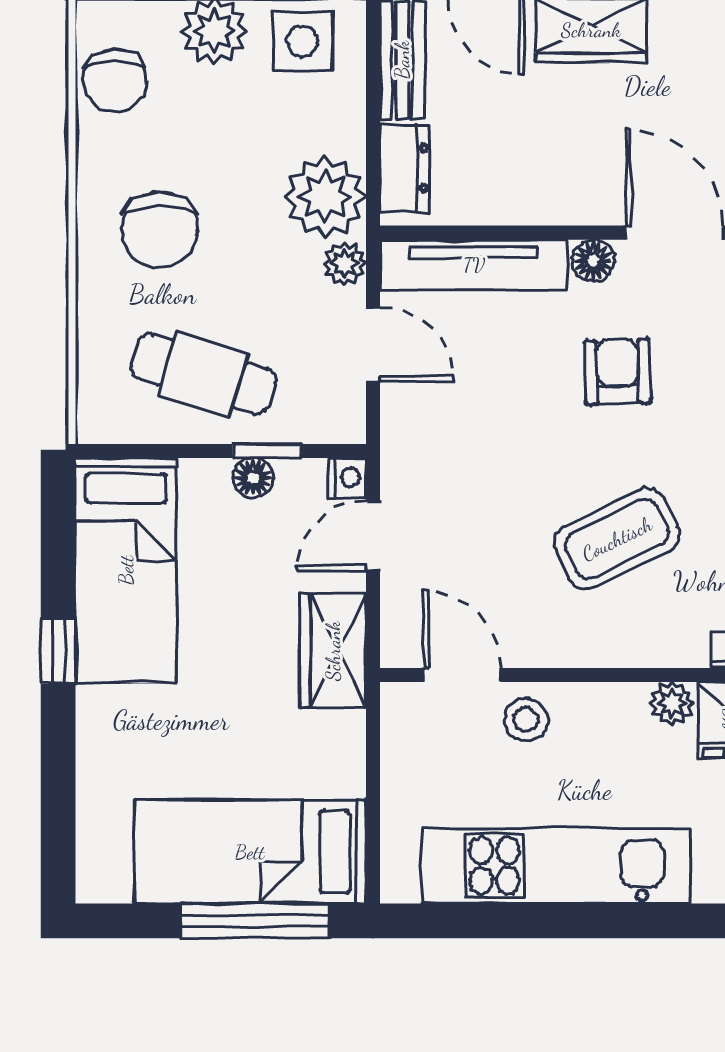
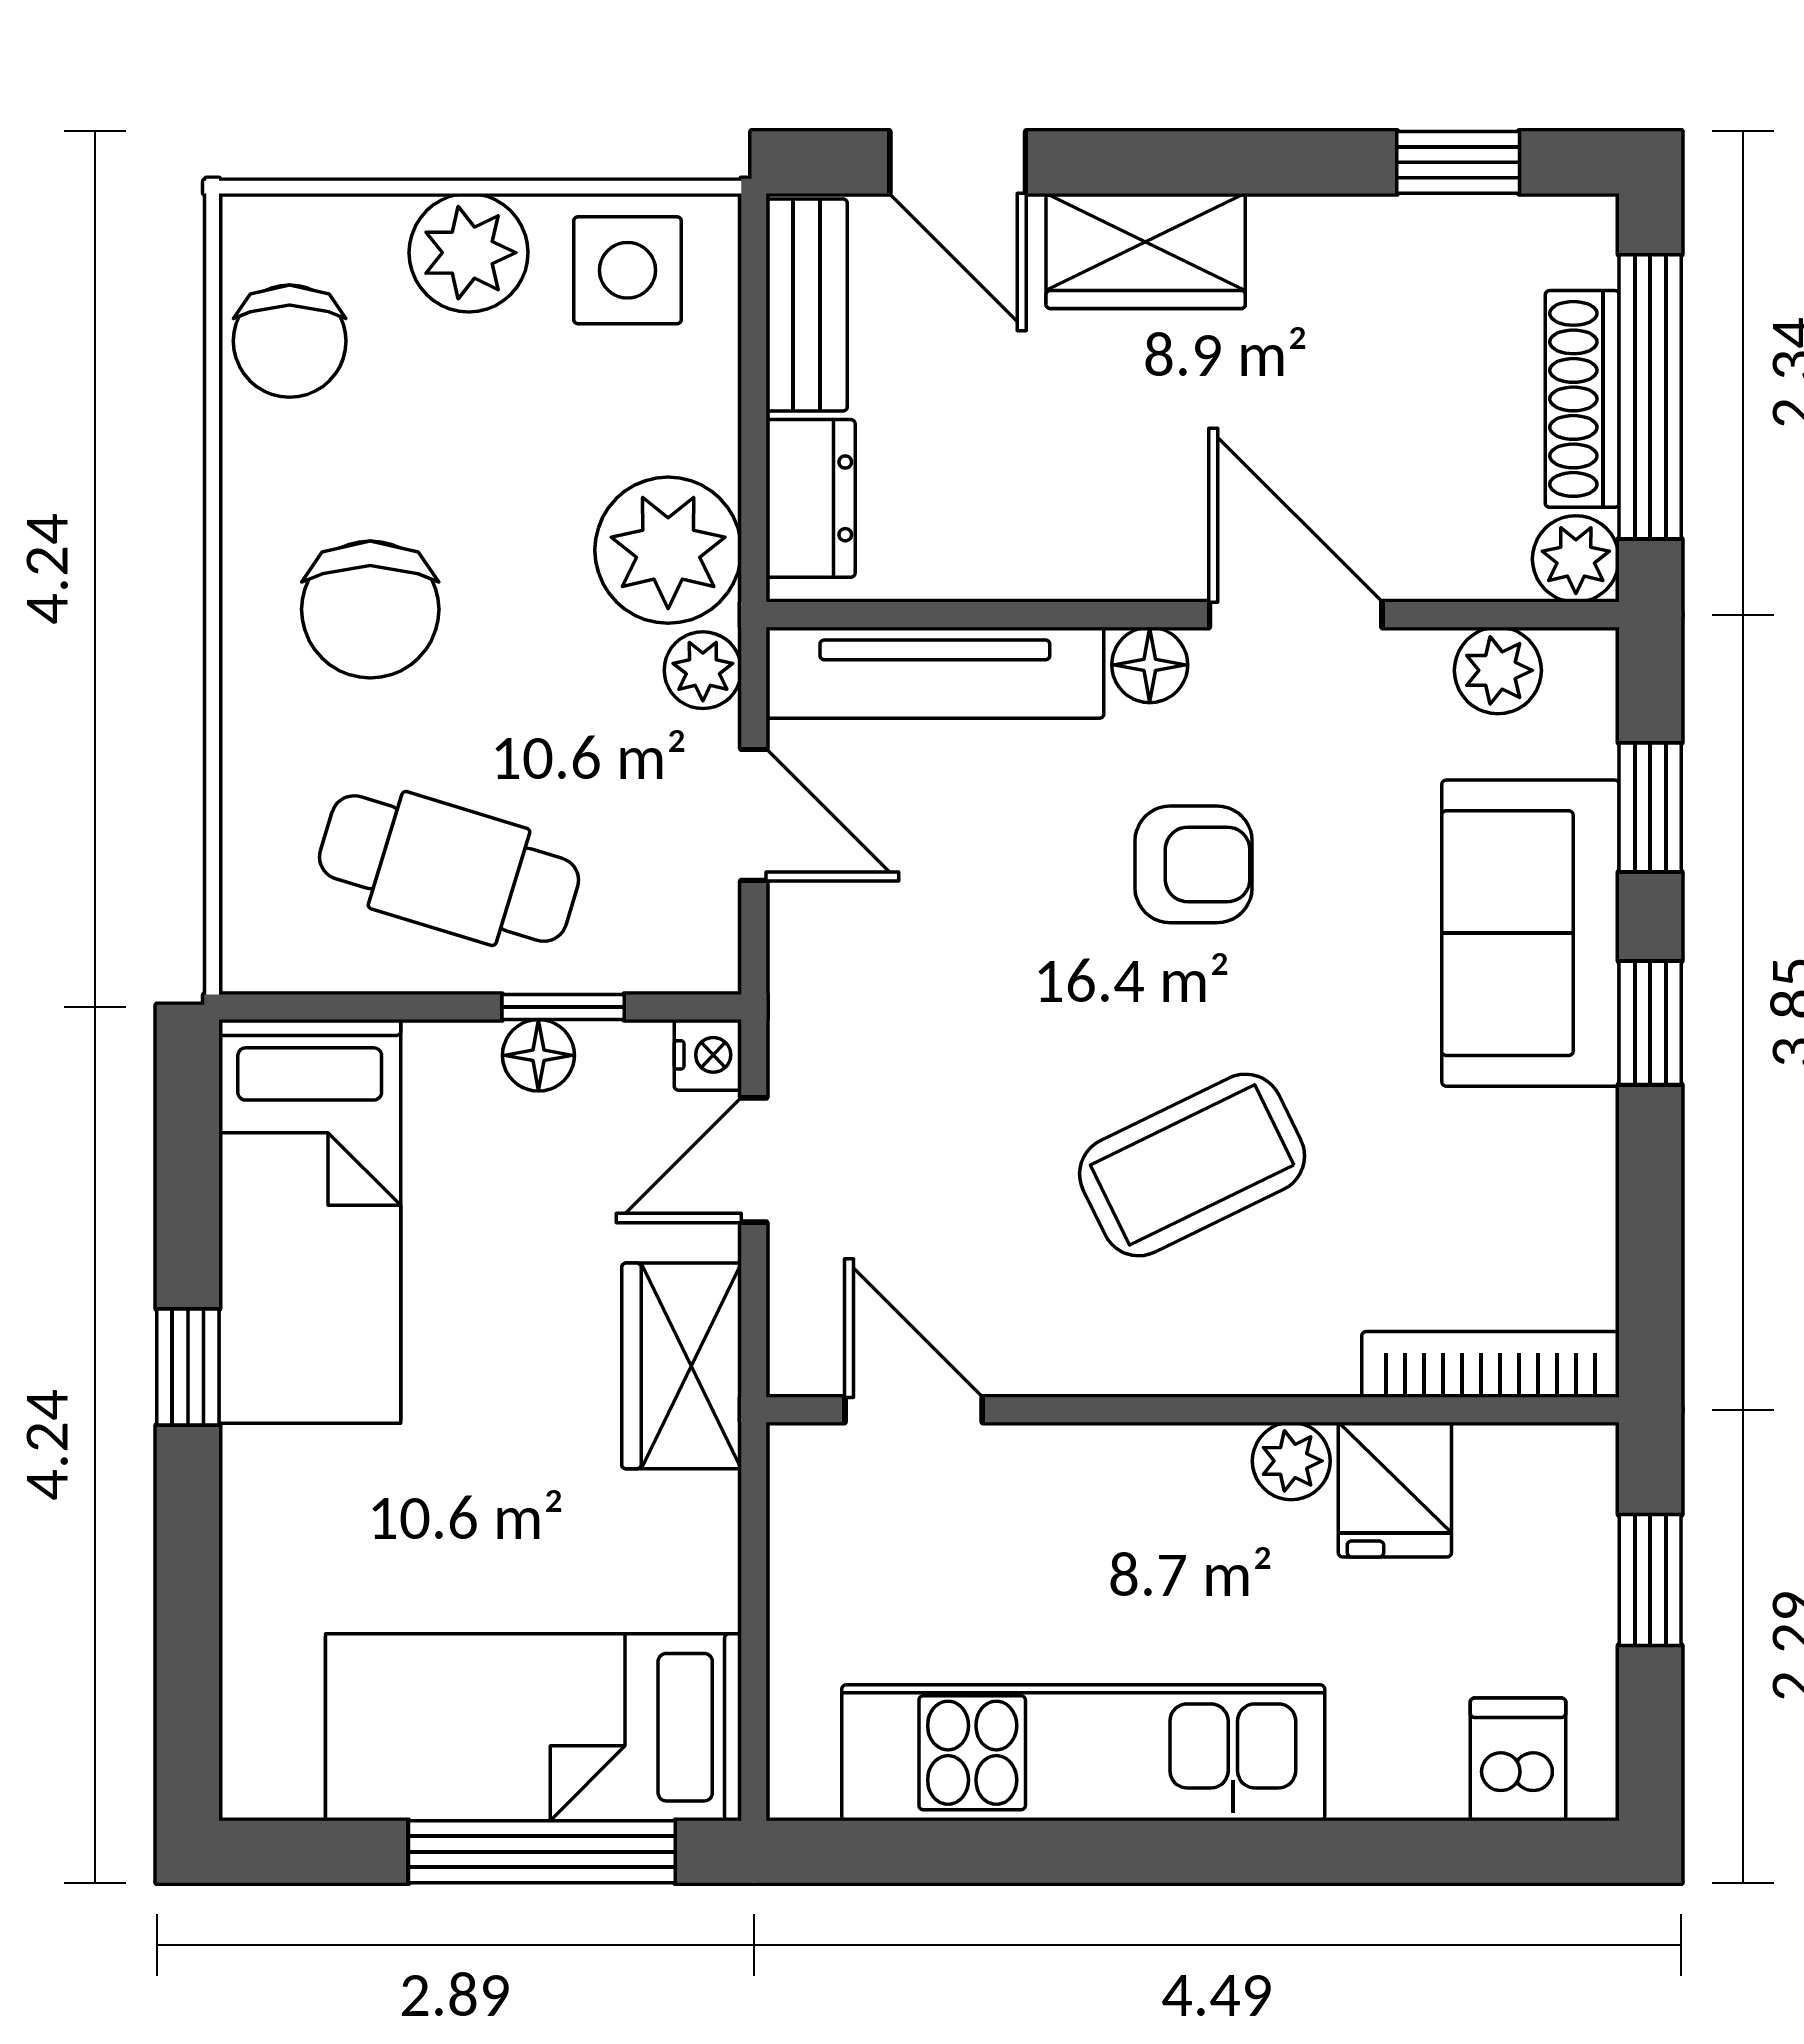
armchair: (618, 372) -> (1194, 864), turned 92
stool: (526, 720) -> (1028, 1490), removed

